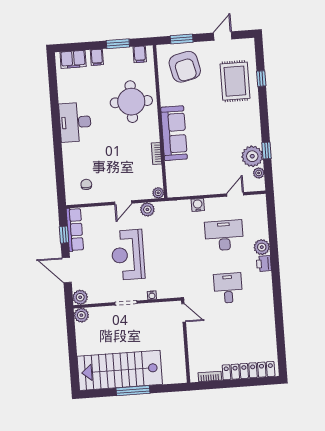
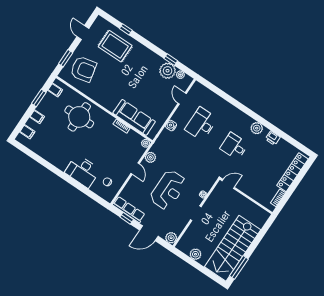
filing cabinet: (73, 59) -> (27, 132), width x0.50
desk: (75, 122) -> (83, 171), moved
sofa: (174, 133) -> (134, 117), moved
plant: (262, 247) -> (257, 128), moved
reception desk: (128, 255) -> (168, 190), turned -90
printer: (264, 264) -> (273, 138), moved
plant: (81, 315) -> (195, 254), moved
window: (133, 391) -> (239, 267), moved

